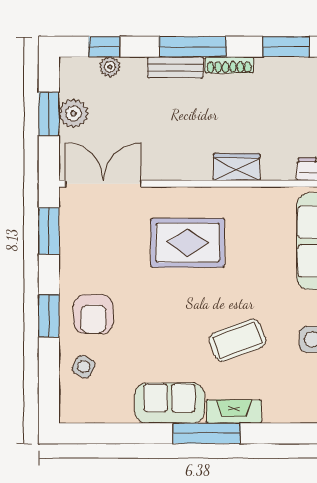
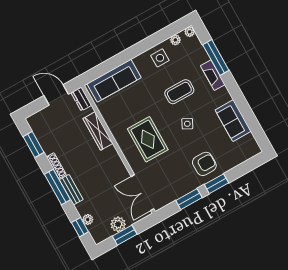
wardrobe: (237, 167) -> (98, 131), width x1.50
window: (49, 231) -> (189, 199), moved
coffee table: (238, 340) -> (179, 92), turned -70
side table: (84, 367) -> (187, 124), moved
sofa: (169, 403) -> (233, 121), moved
window: (207, 433) -> (216, 58), moved

